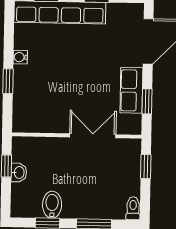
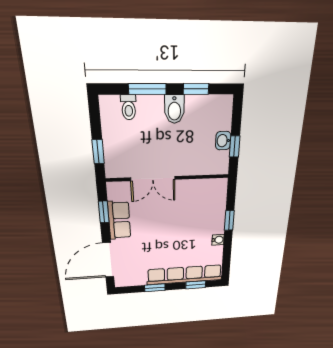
bidet: (52, 205) -> (174, 109), moved
toilet: (133, 208) -> (129, 107), moved

